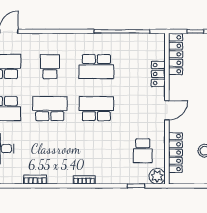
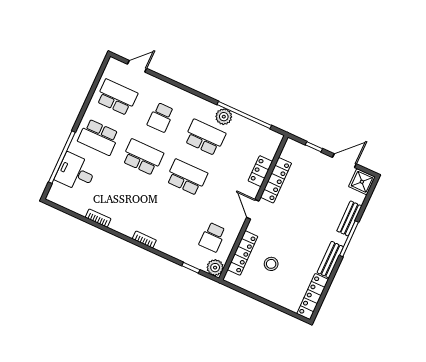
plant: (105, 41) -> (224, 117), added
locker: (176, 54) -> (276, 180), moved
school desk: (50, 67) -> (161, 117), turned 180
school desk: (96, 67) -> (205, 137), turned 180
door: (167, 110) -> (253, 209), swing flipped

